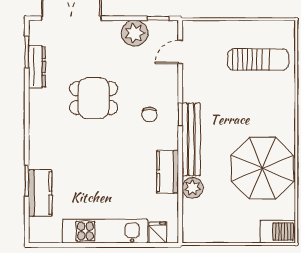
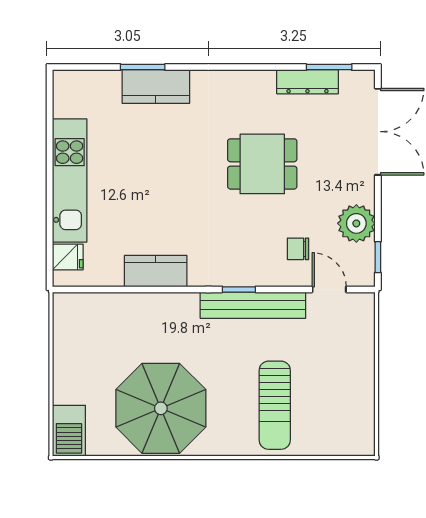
sun lounger: (258, 59) -> (275, 405), moved
dining table: (94, 98) -> (262, 164), turned 90
chair: (149, 114) -> (298, 249), moved
bench: (191, 139) -> (253, 305), moved
plant: (192, 188) -> (132, 307), removed
kitchen counter: (40, 193) -> (156, 87), moved

